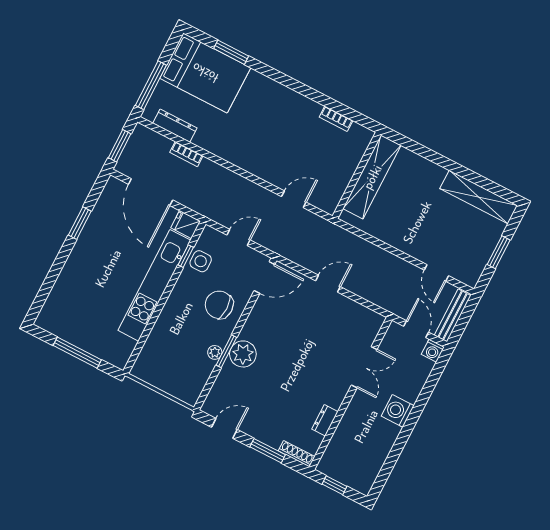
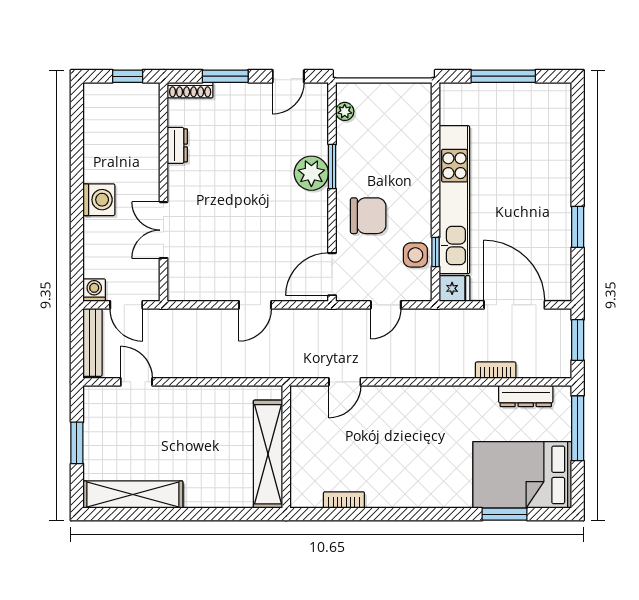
plant: (215, 352) -> (345, 111), moved

